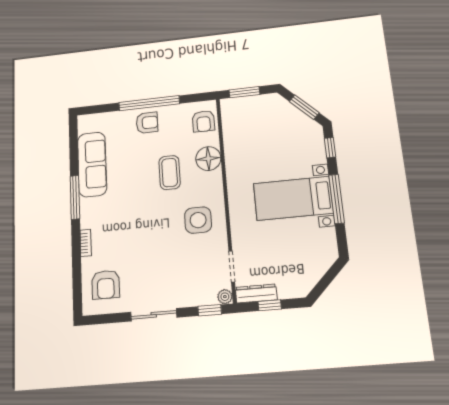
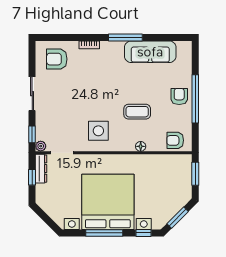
armchair: (147, 123) -> (179, 96), turned 180
floor lamp: (208, 159) -> (141, 146), width x0.53, depth x0.53
bed with nightstands: (293, 198) -> (108, 202), width x1.85

